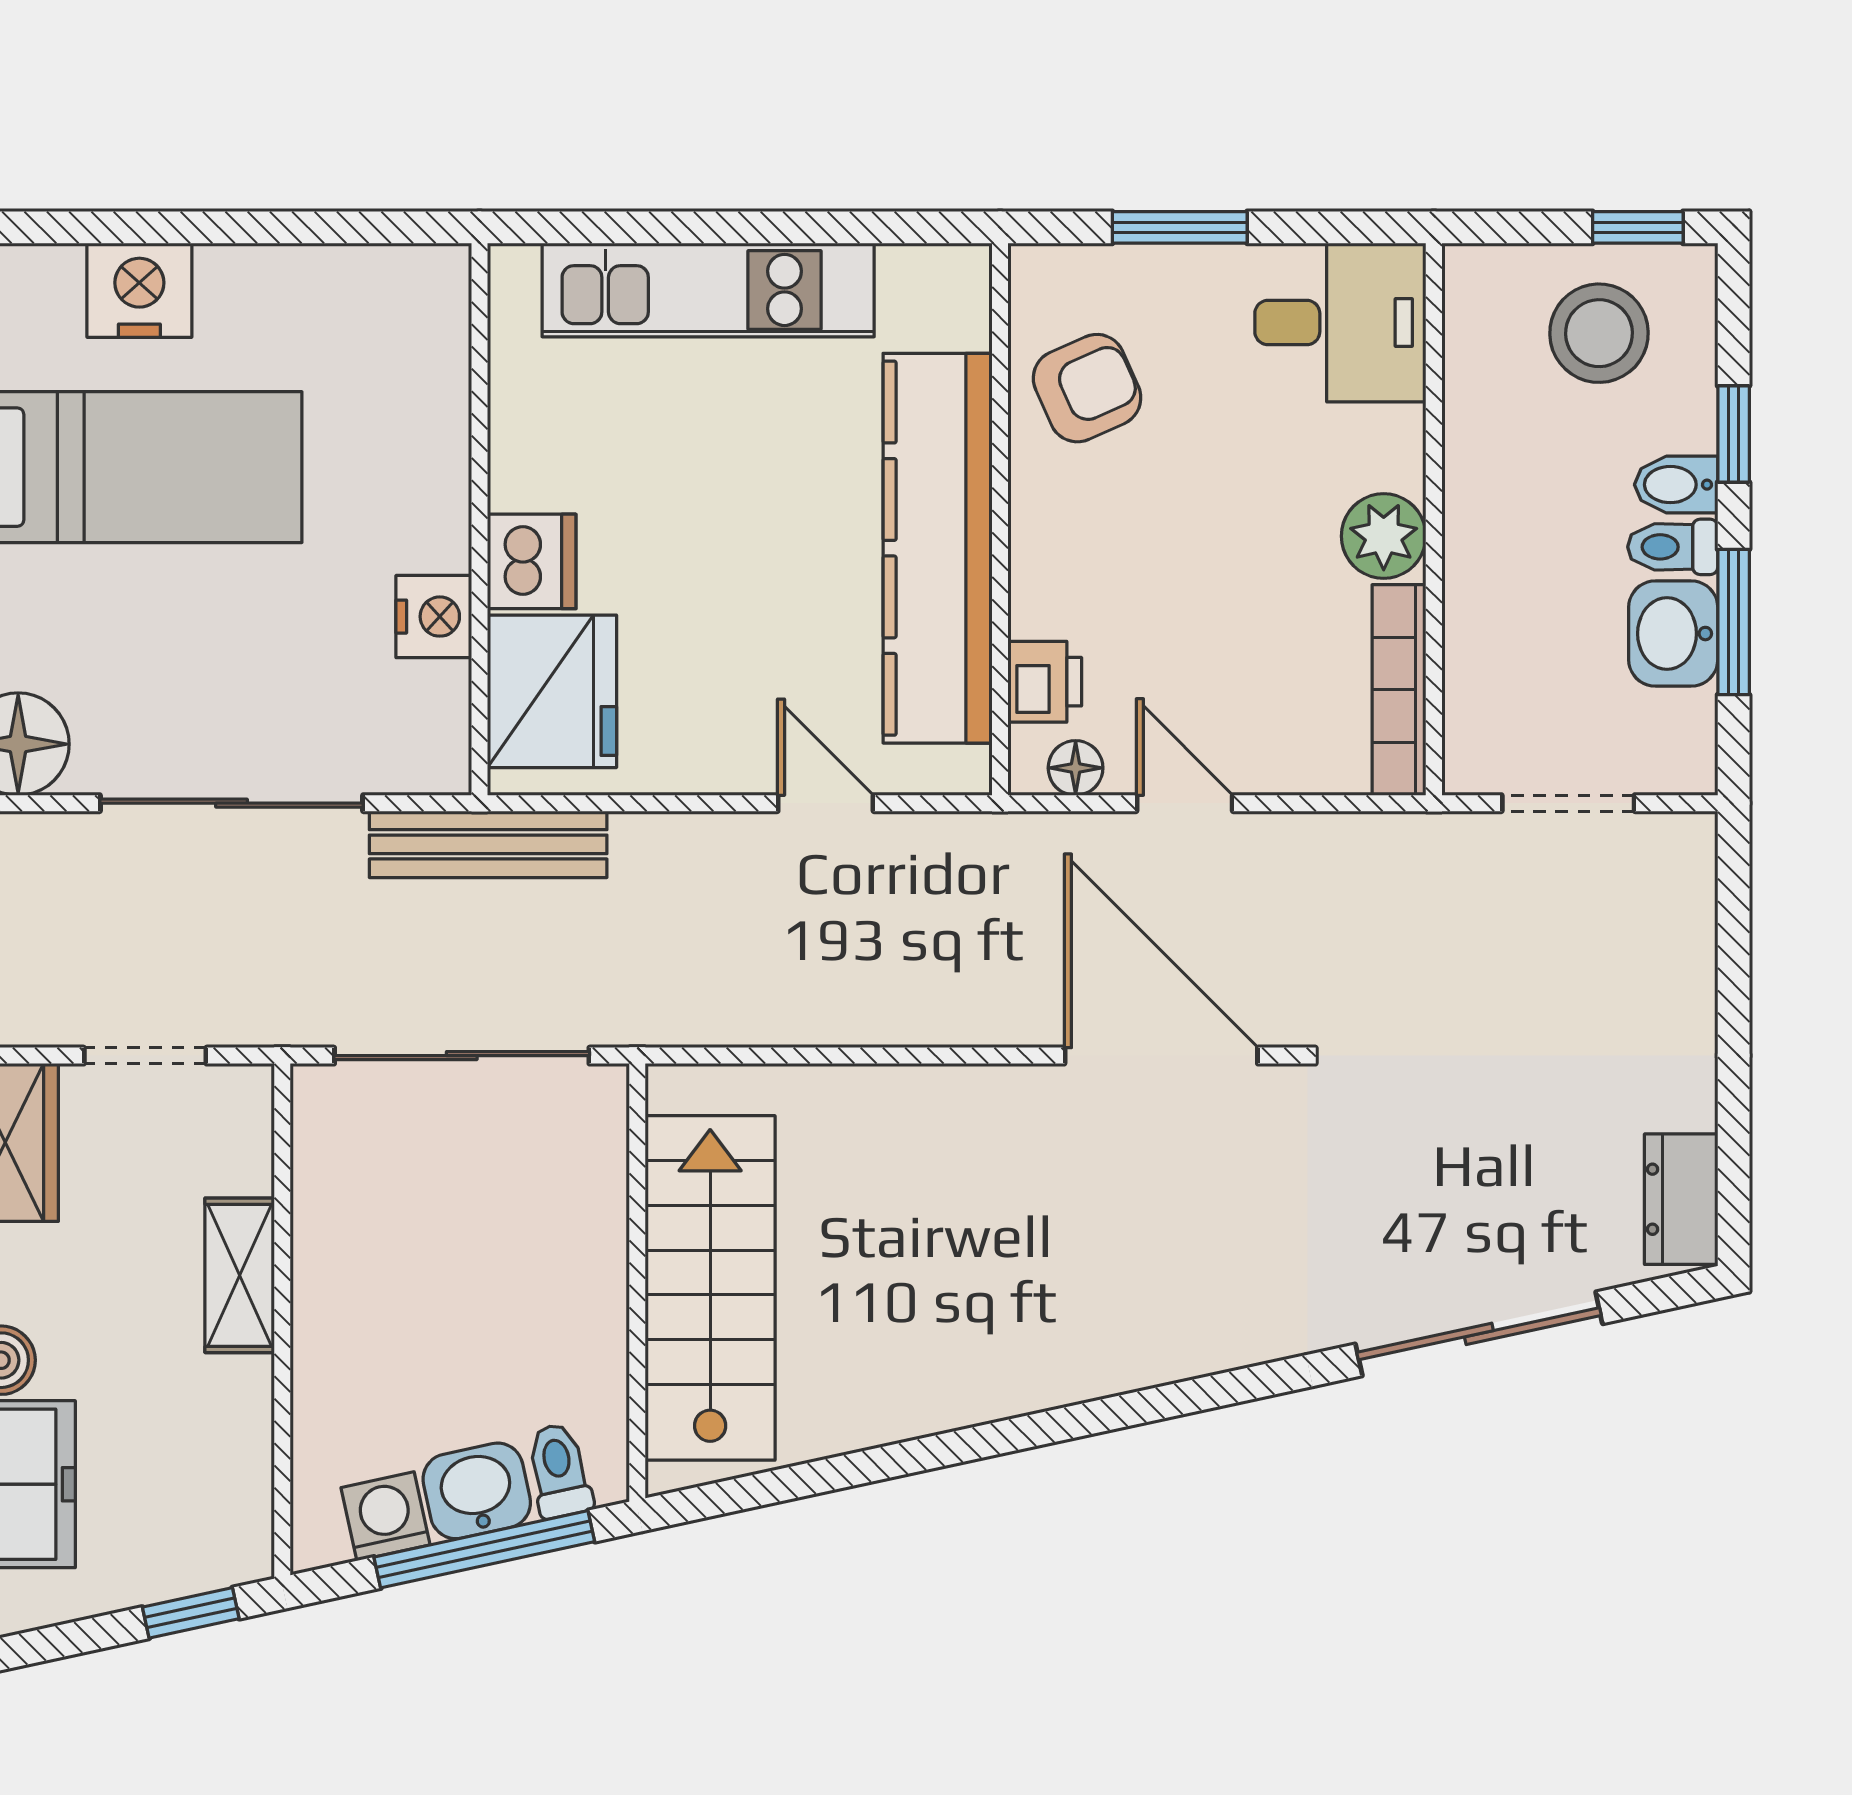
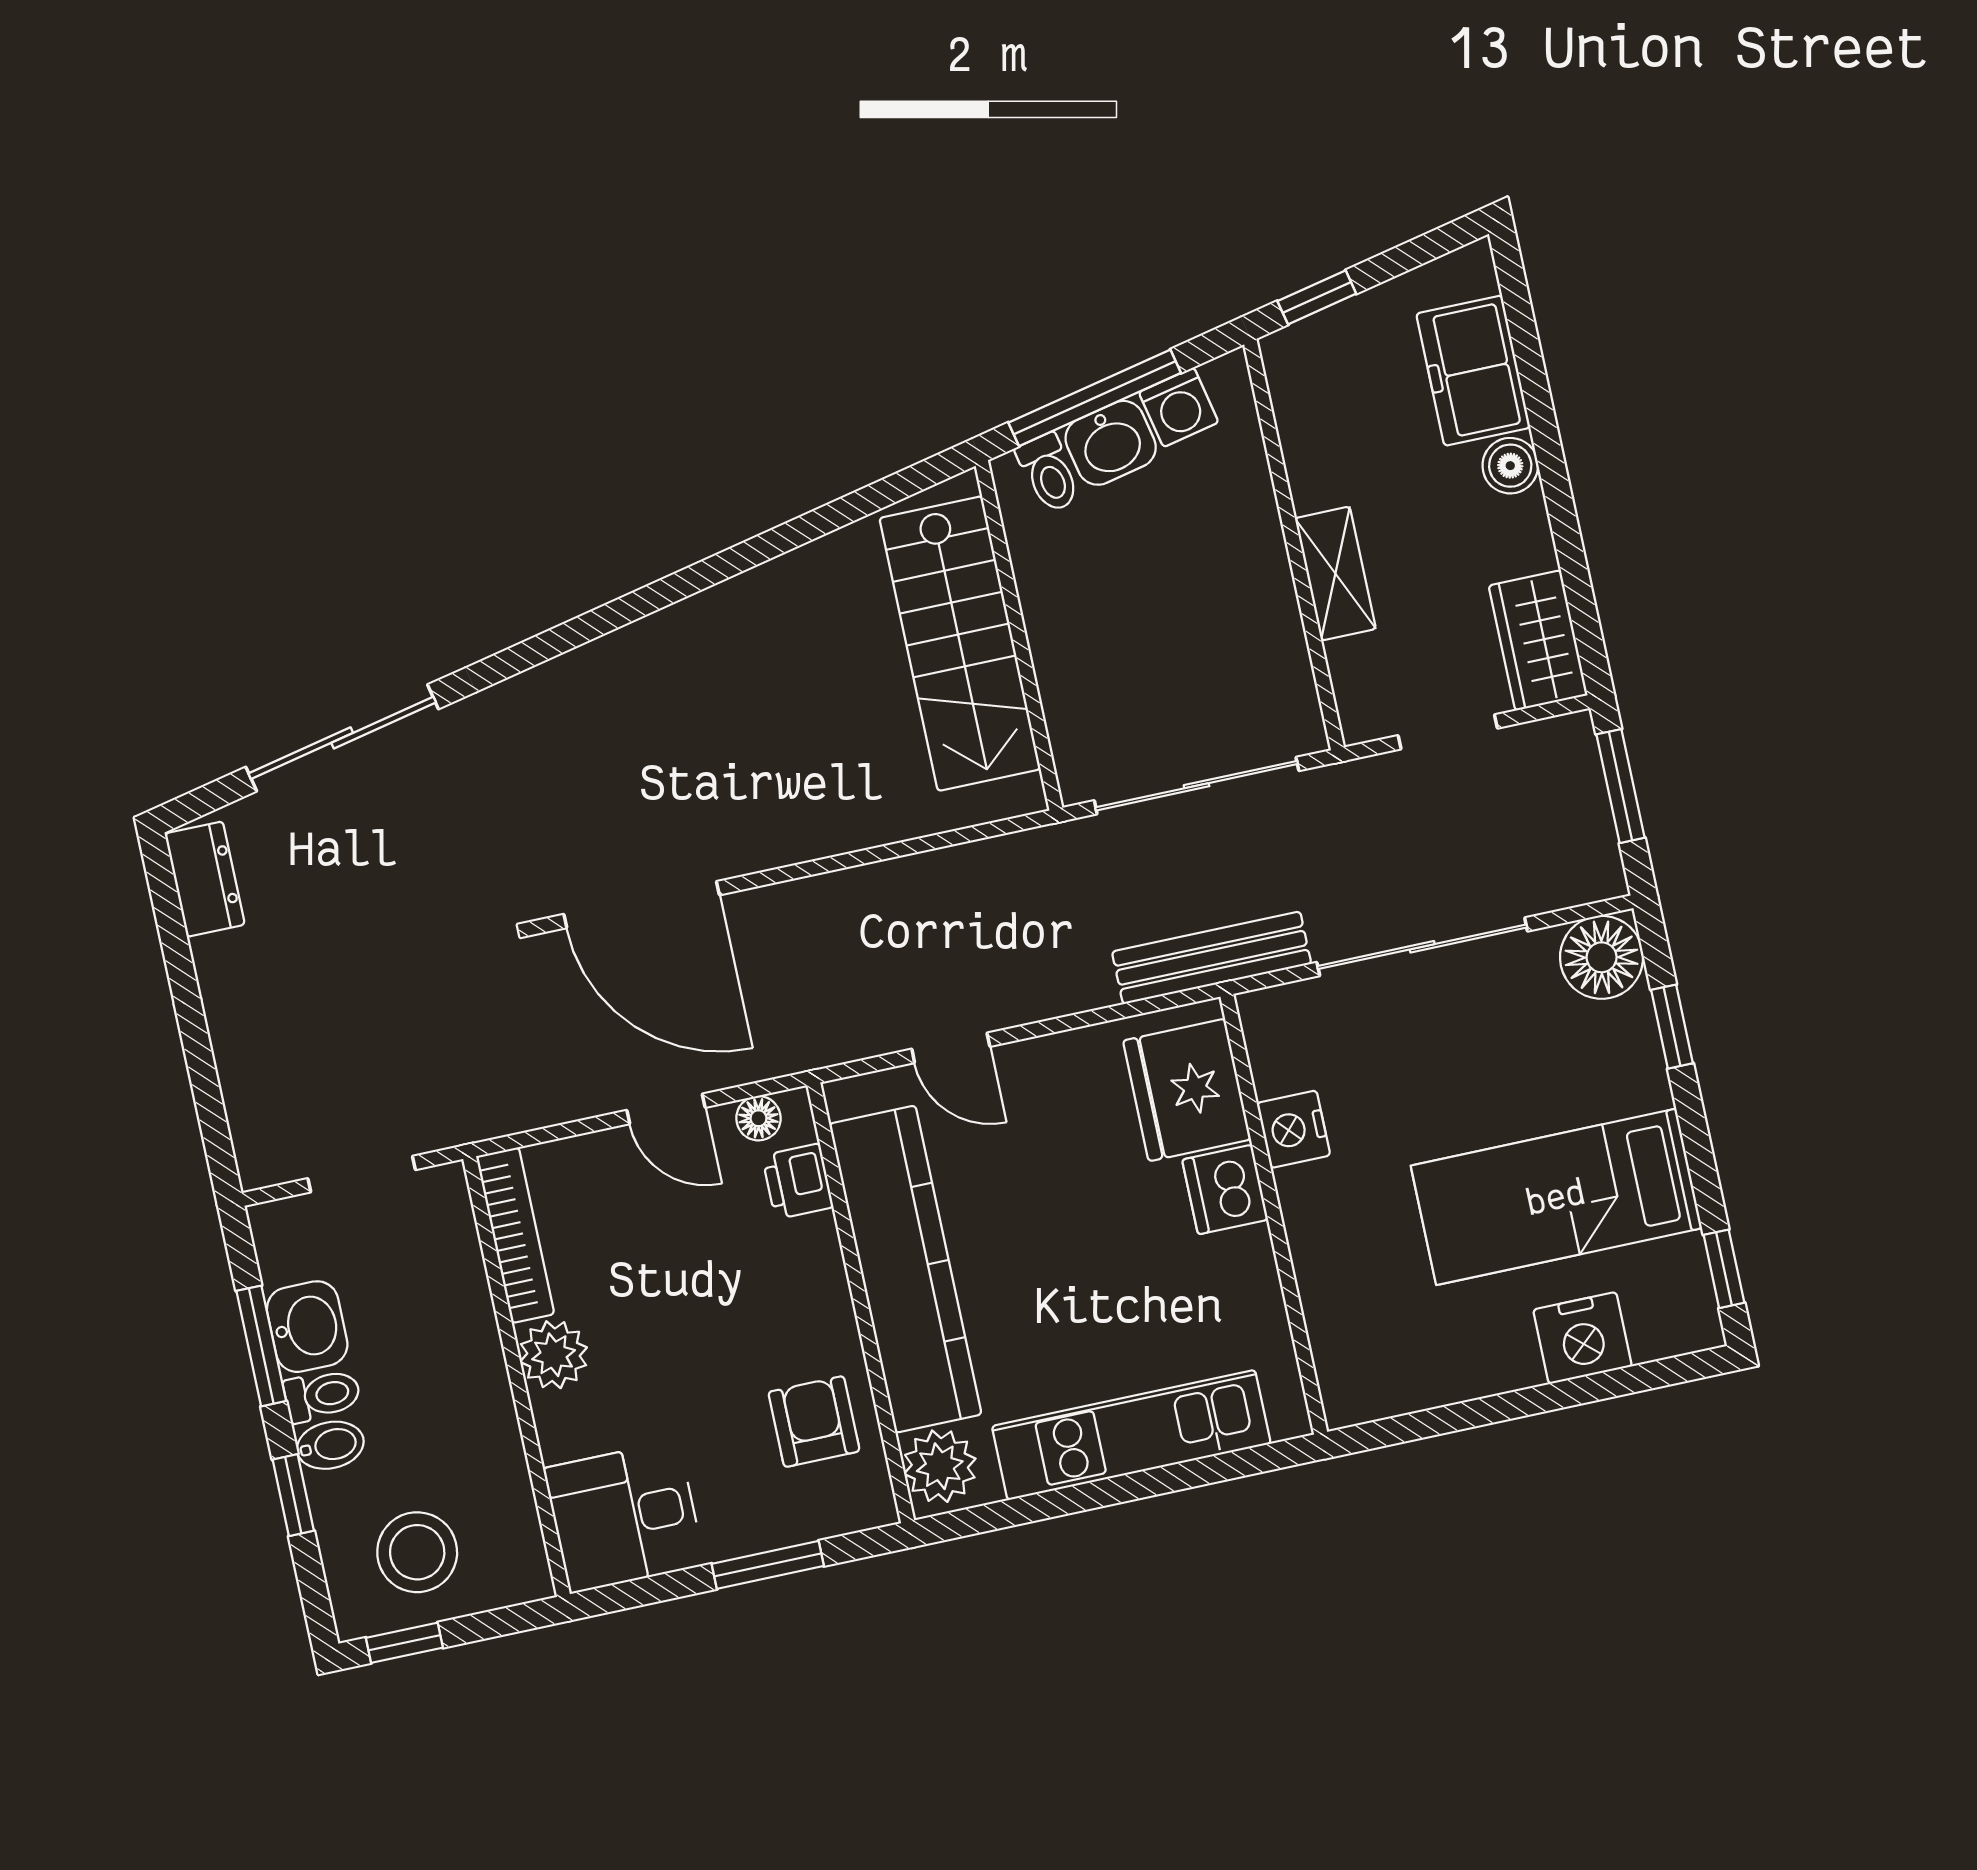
plant: (947, 302) -> (940, 1466), added
armchair: (1087, 388) -> (814, 1422), turned 114

